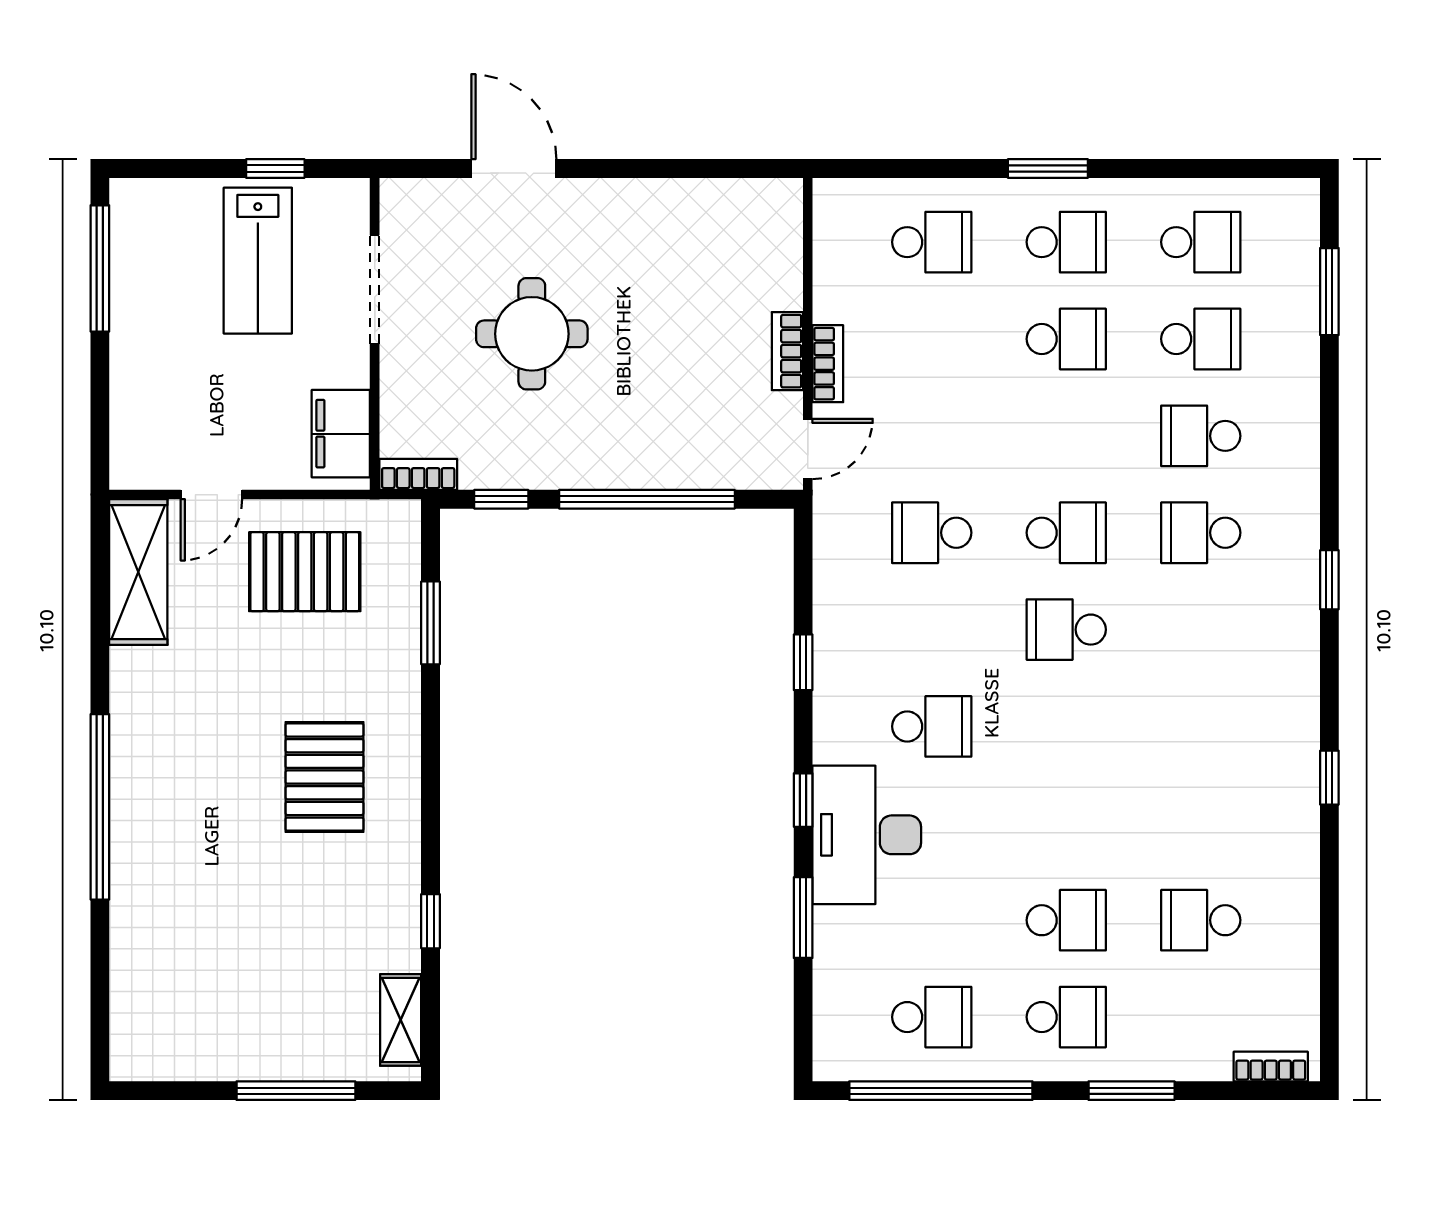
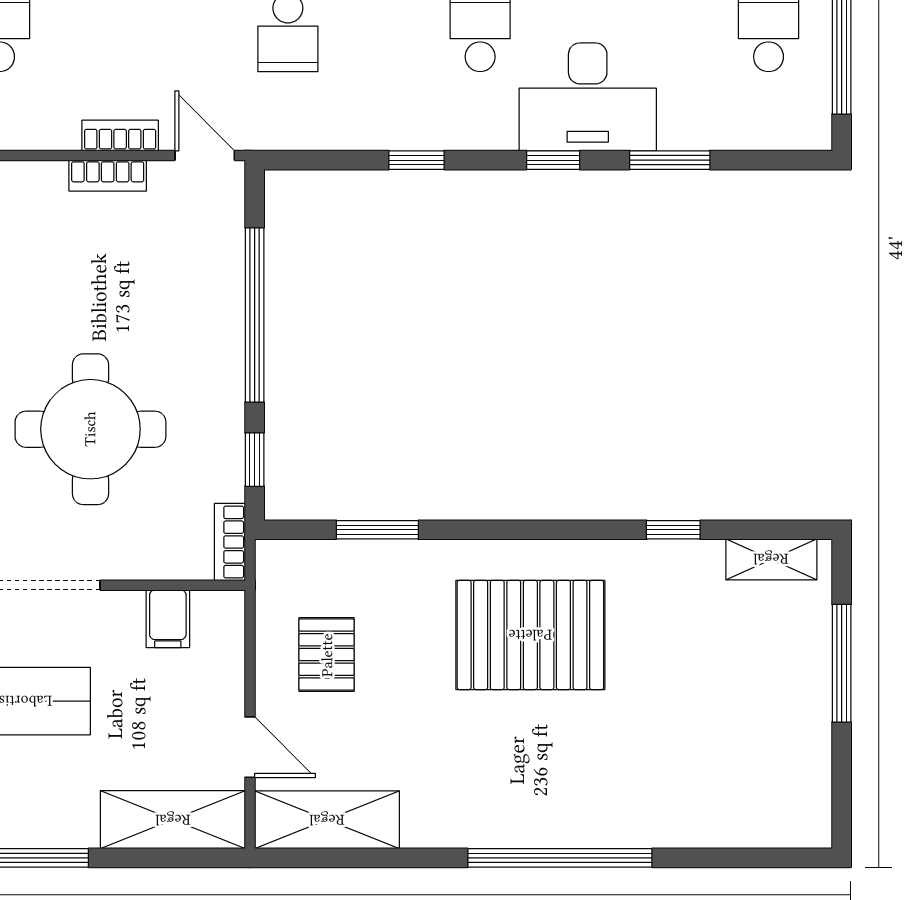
round table: (532, 334) -> (90, 429), width x1.36, depth x1.36
shelving: (138, 417) -> (173, 820), added
filing cabinet: (341, 434) -> (168, 619), width x0.50
pallet: (305, 572) -> (327, 655), width x0.67, depth x0.71
pallet: (324, 777) -> (530, 635), width x1.37, depth x1.41

